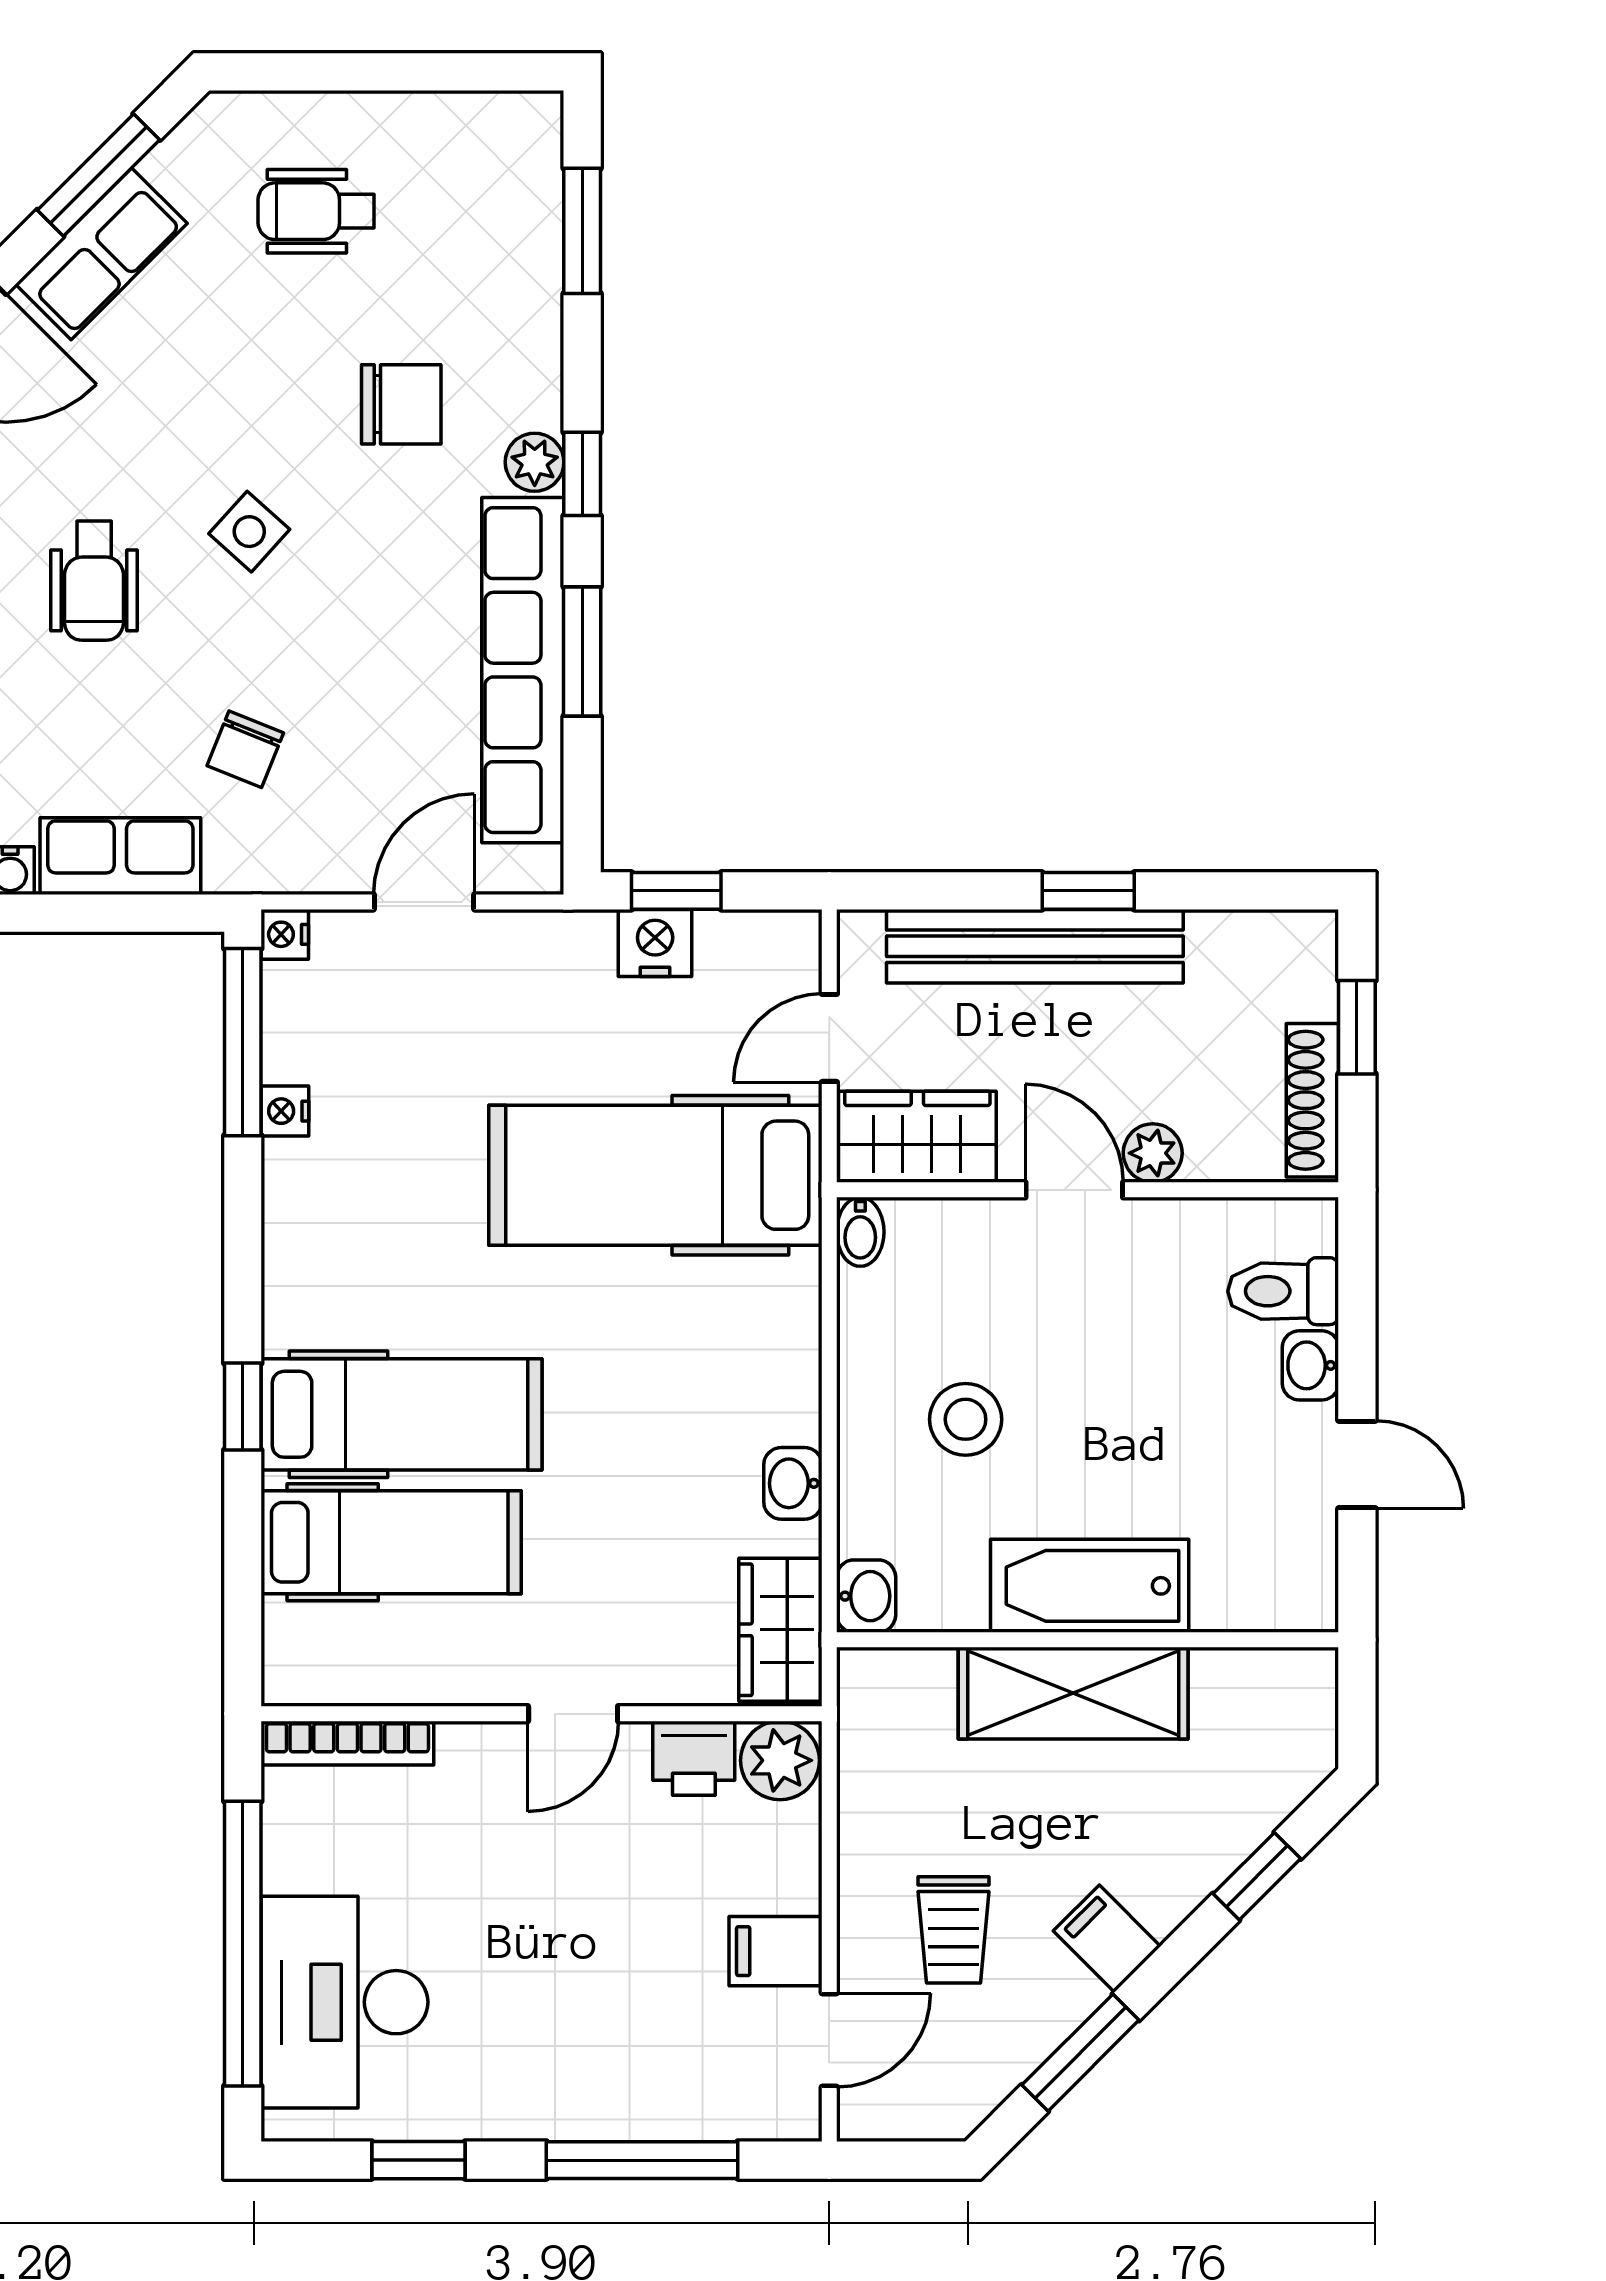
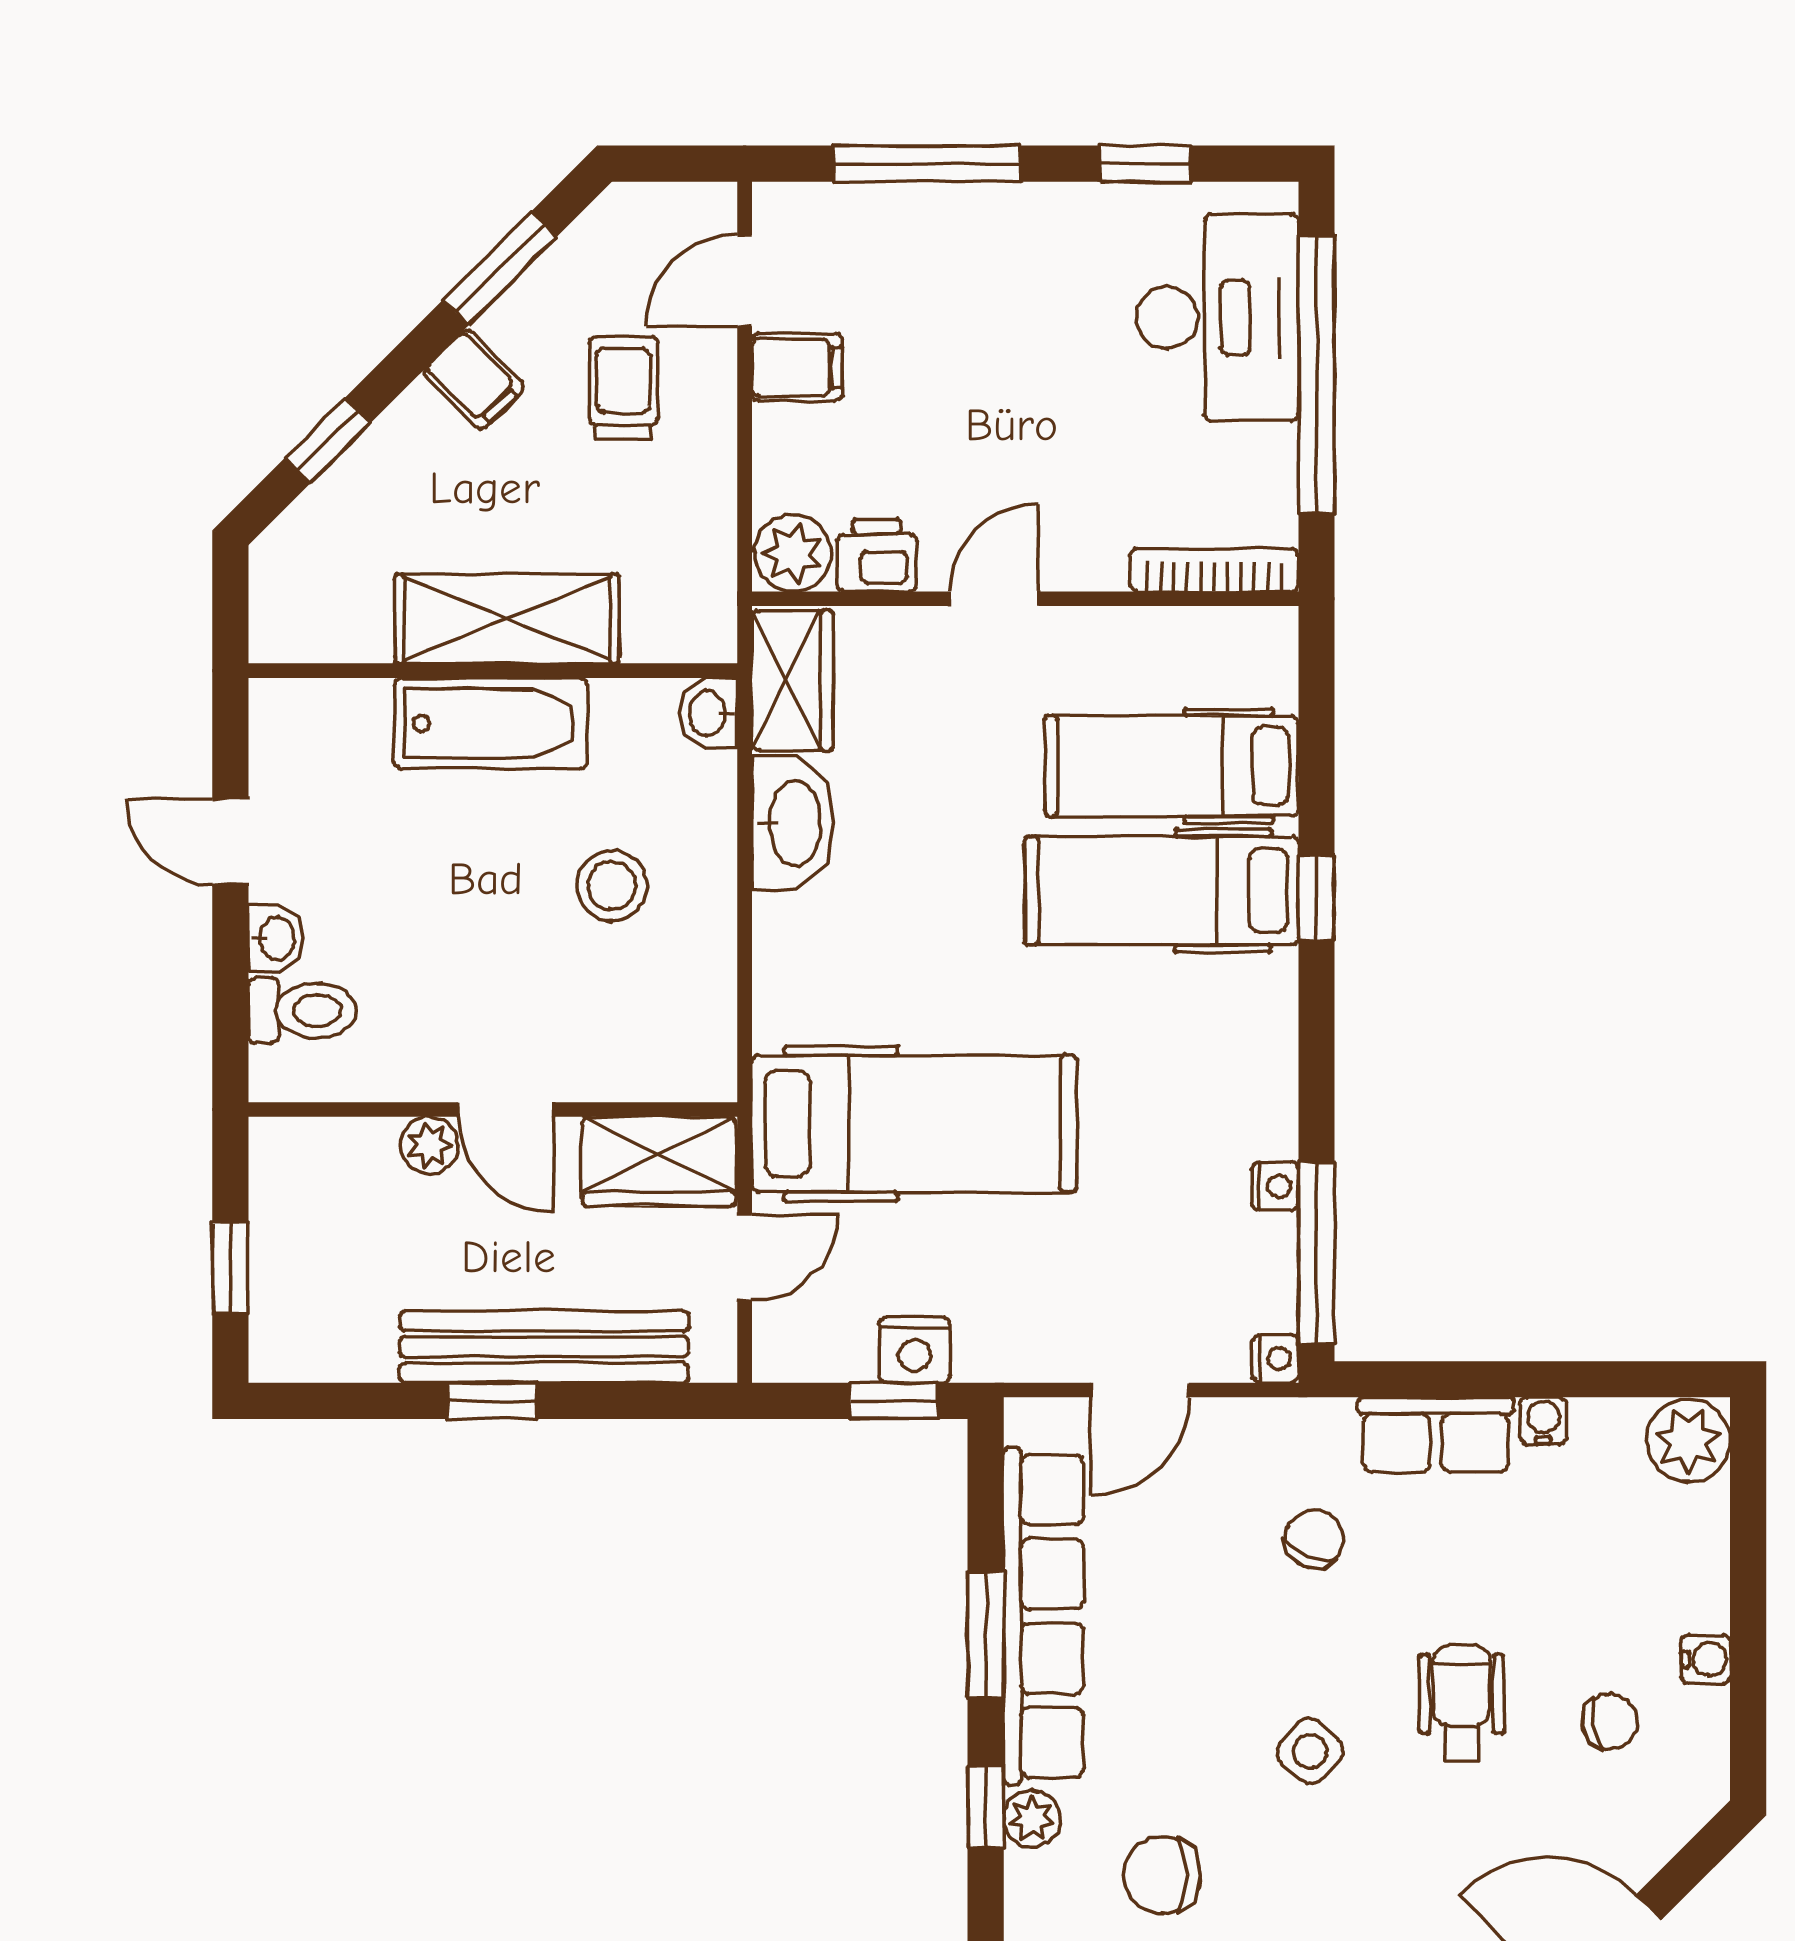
shoe rack: (1312, 1100) -> (274, 1197), removed
bidet: (860, 1232) -> (714, 1069), removed
washbasin: (793, 1483) -> (793, 823), width x1.91, depth x1.45

